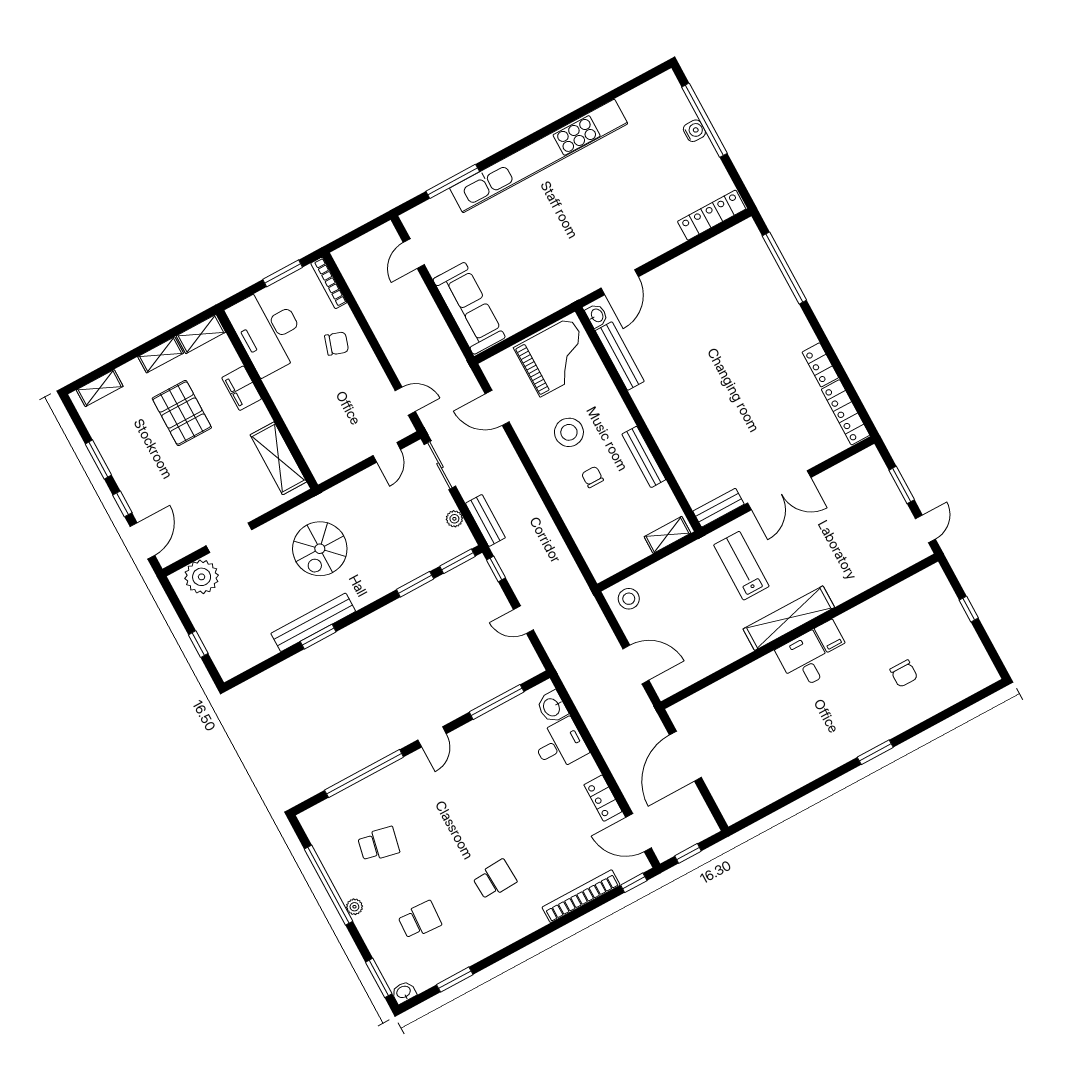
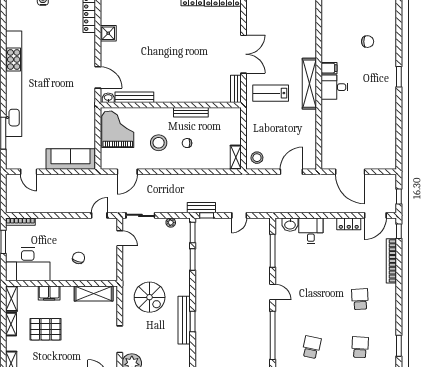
shower: (698, 261) -> (108, 33), added
chair: (337, 344) -> (79, 258), moved
bench: (485, 520) -> (201, 208), moved
shelving: (667, 535) -> (236, 157), moved

